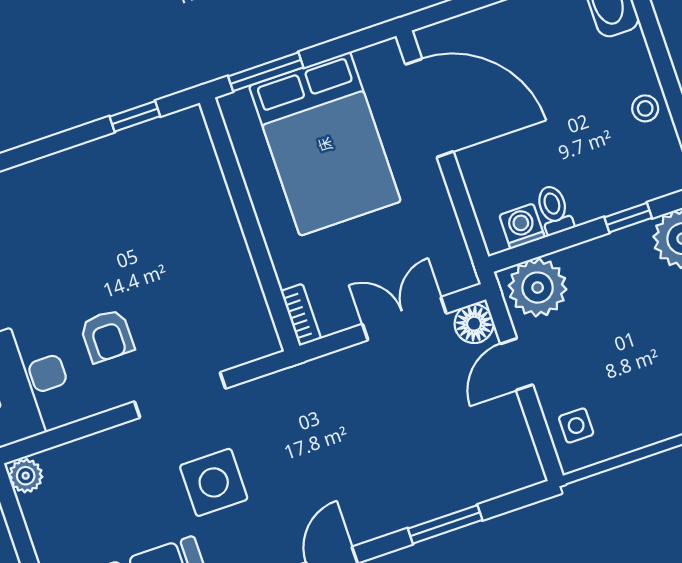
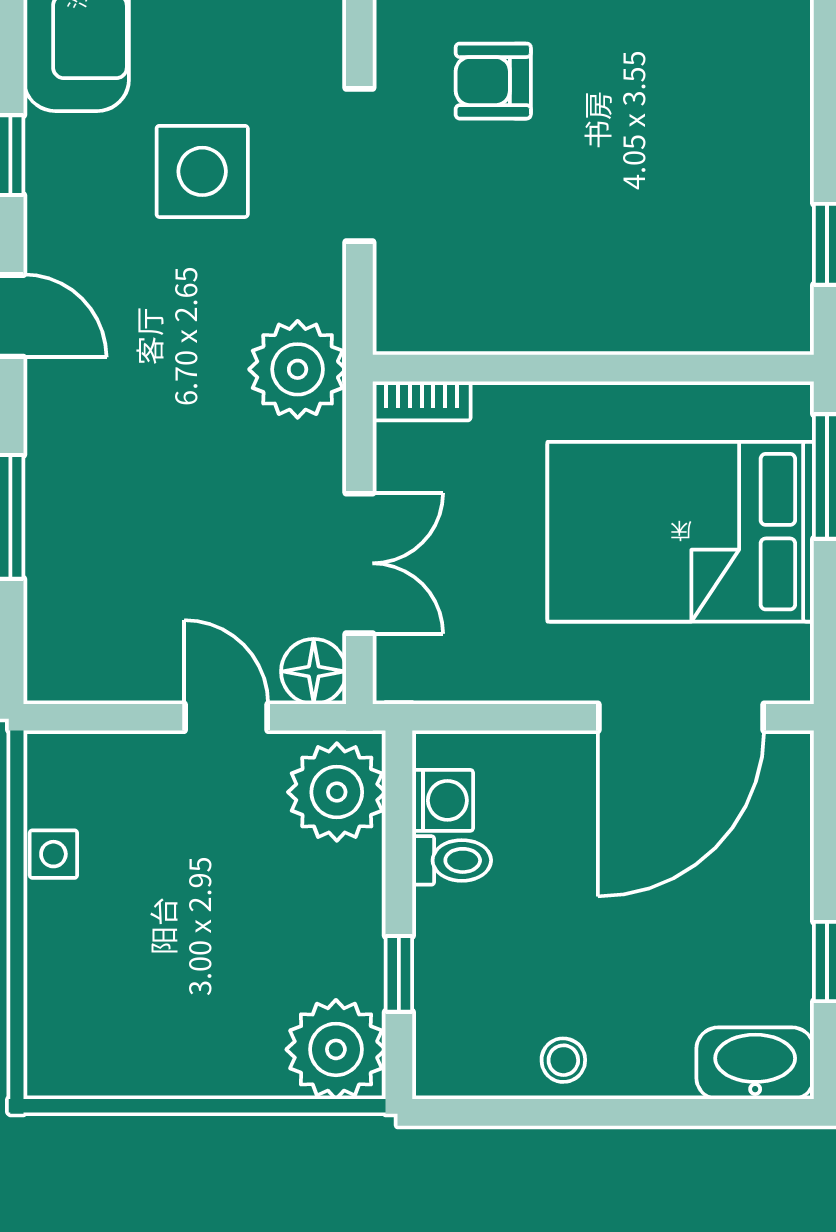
plant: (307, 391) -> (298, 369), added
side table: (576, 426) -> (53, 854), moved

